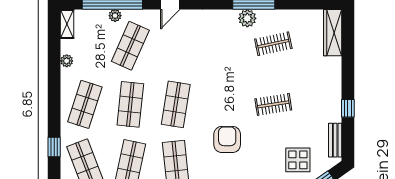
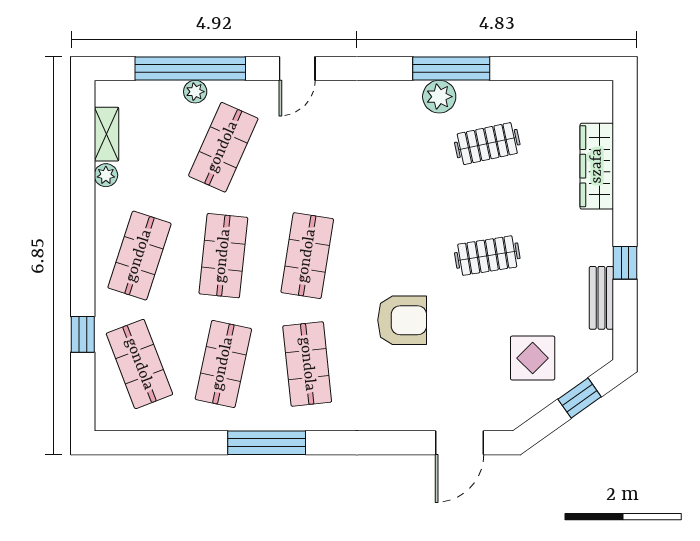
shelving: (67, 24) -> (106, 134), moved
wardrobe: (333, 33) -> (597, 166), moved
armchair: (227, 139) -> (402, 320), turned 90
bench: (335, 140) -> (601, 298), moved

